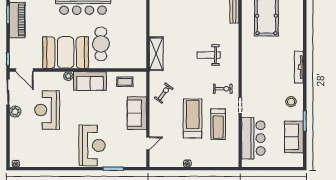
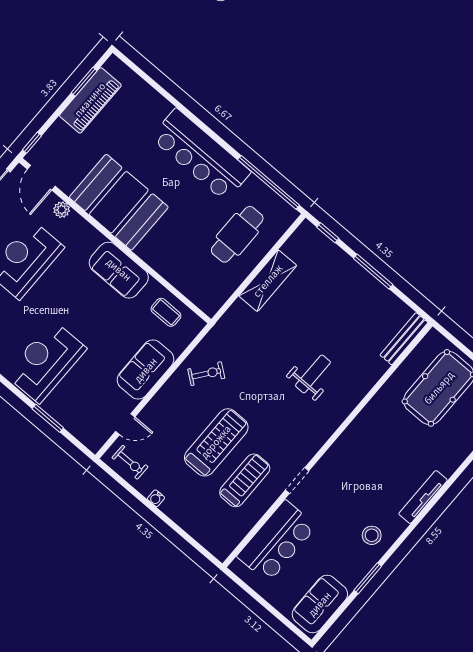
cafe table: (101, 44) -> (237, 234), moved
shelving: (156, 54) -> (268, 281), moved
weight bench: (209, 55) -> (313, 374), turned 90
plant: (68, 76) -> (62, 210), moved
exercise bike: (223, 89) -> (130, 462), moved
treadmill: (218, 124) -> (245, 480), turned 180
sofa: (294, 137) -> (320, 604), moved
reception desk: (92, 145) -> (46, 361), turned 180

